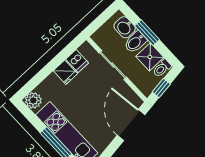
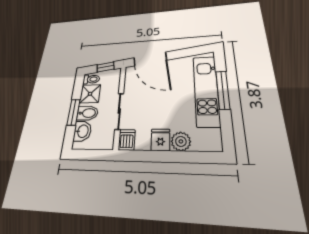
dishwasher: (77, 61) -> (127, 140), moved
plant: (33, 100) -> (181, 141), moved
door: (131, 125) -> (150, 59), hinge flipped

